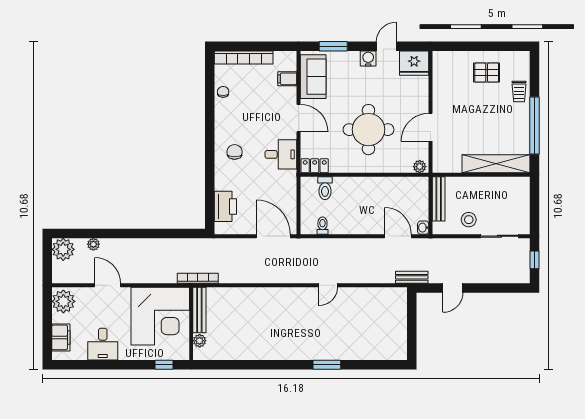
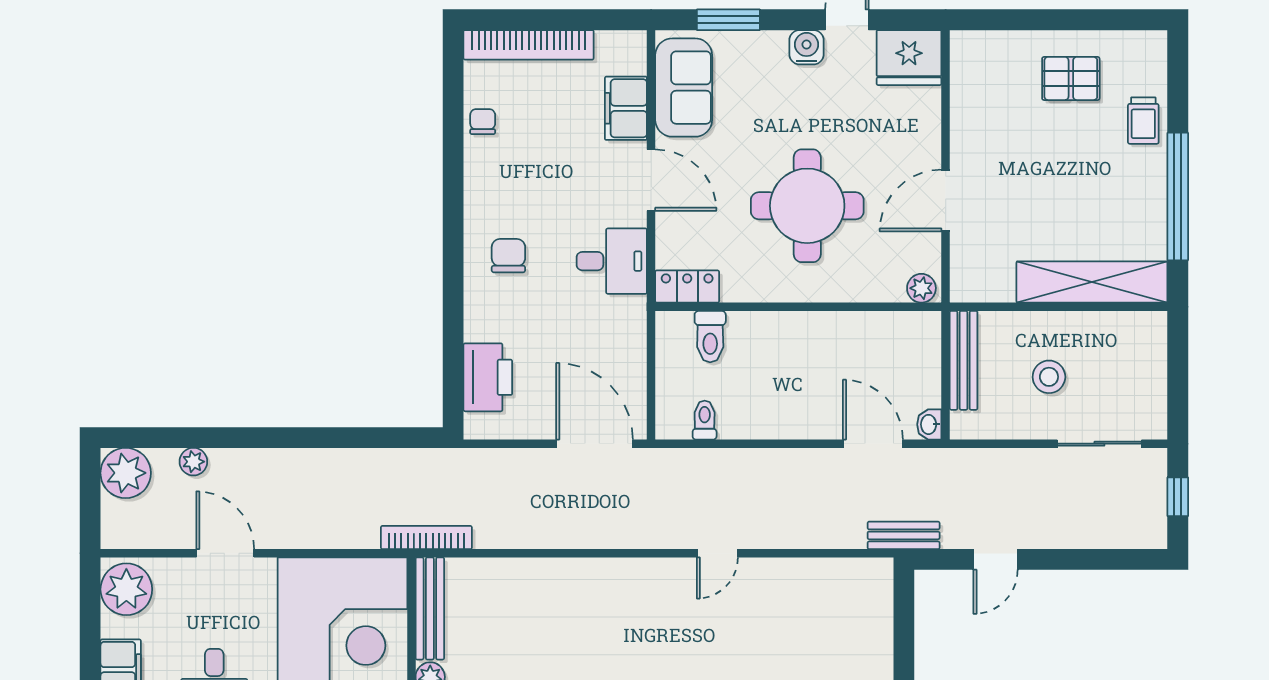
filing cabinet: (287, 79) -> (626, 108), width x2.00
stool: (469, 220) -> (1049, 377), moved

